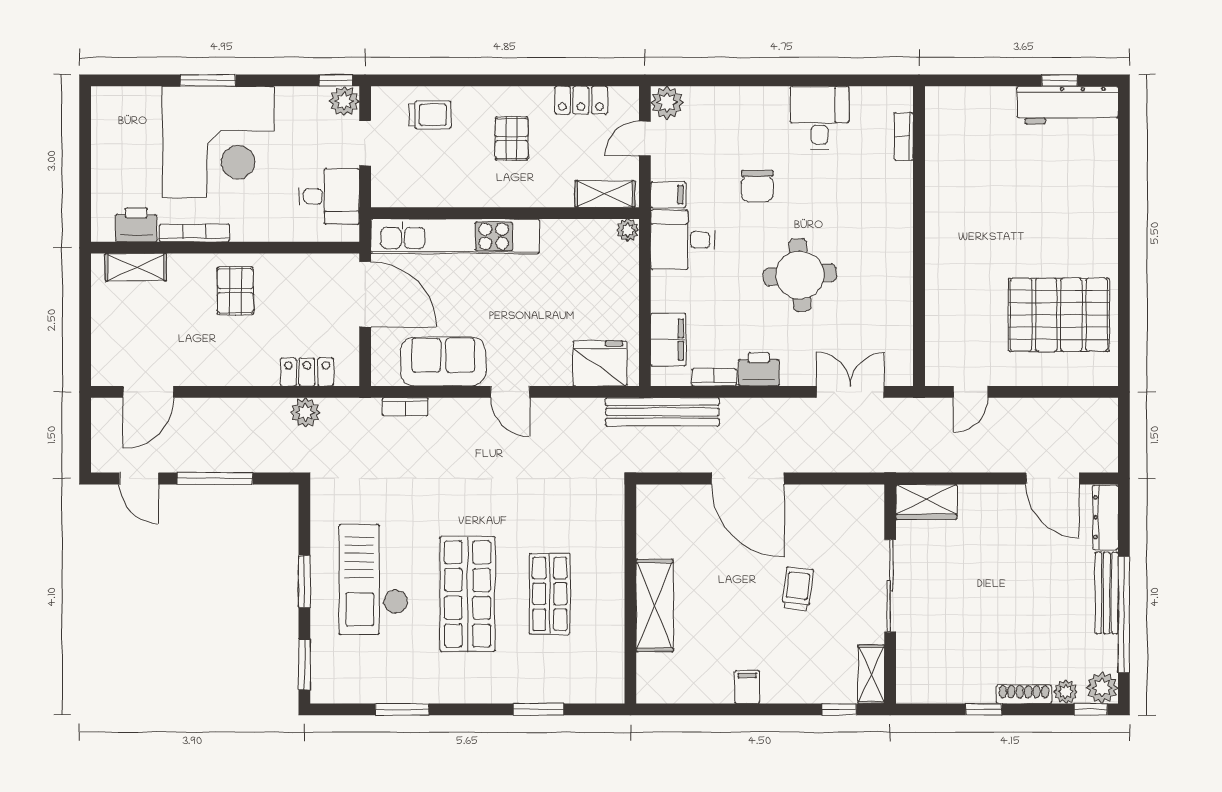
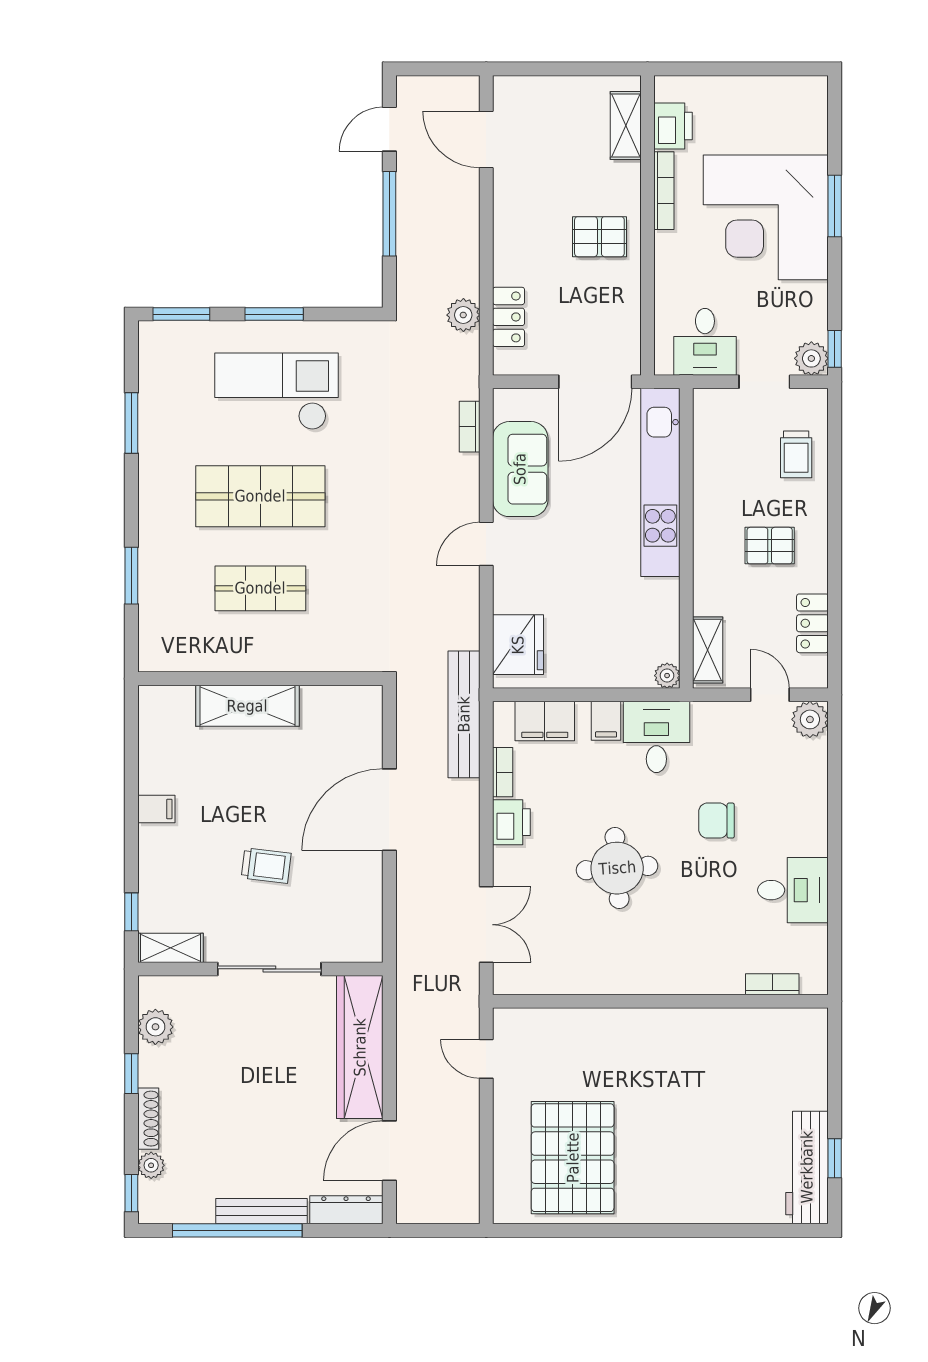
filing cabinet: (668, 195) -> (606, 721), moved
wardrobe: (926, 502) -> (360, 1047), width x2.10, depth x1.17
plant: (1102, 688) -> (155, 1027), moved

